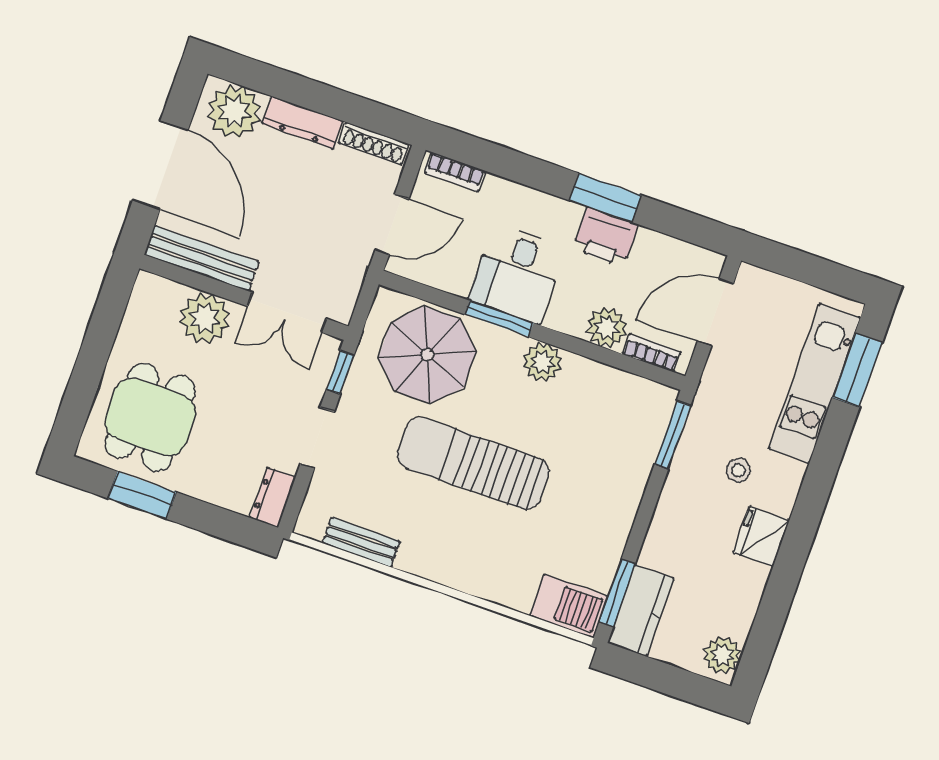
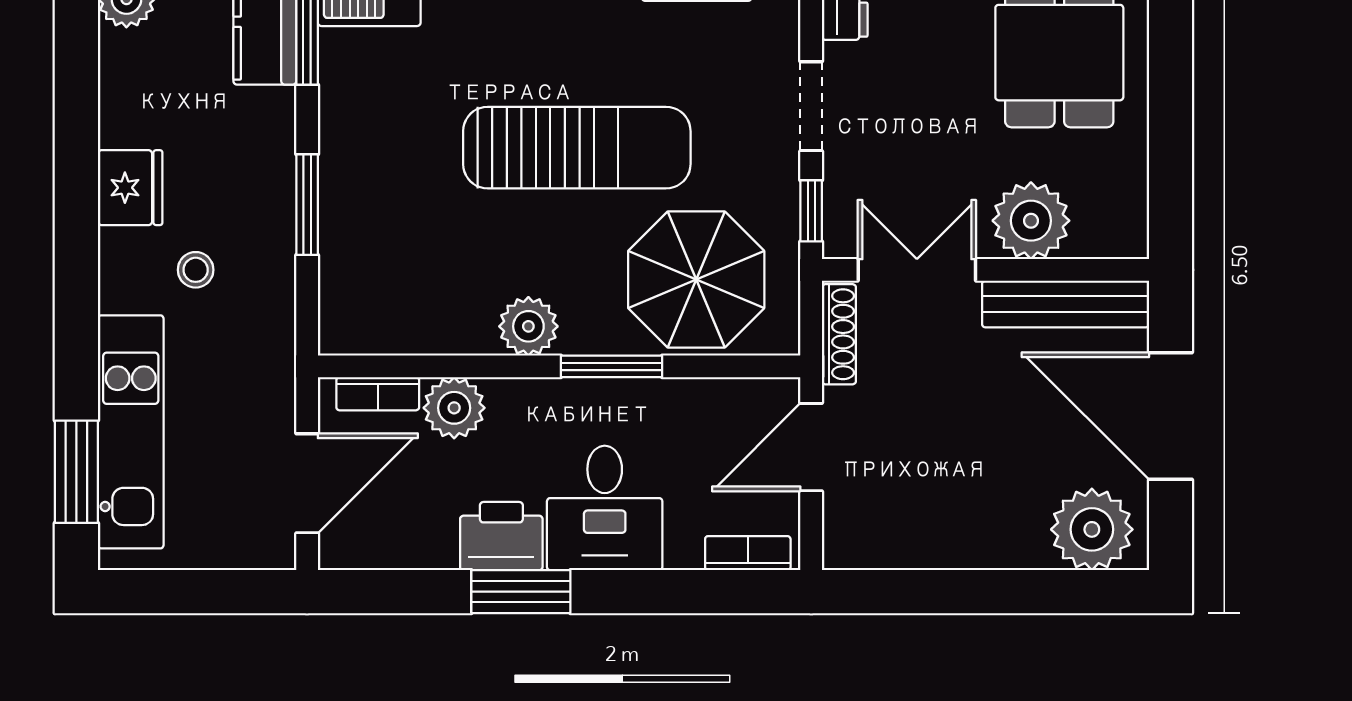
dresser: (302, 122) -> (989, 548), removed
shoe rack: (374, 144) -> (839, 334), moved, turned 90
desk: (517, 274) -> (605, 508), moved, turned 180
window: (673, 435) -> (307, 205), moved

